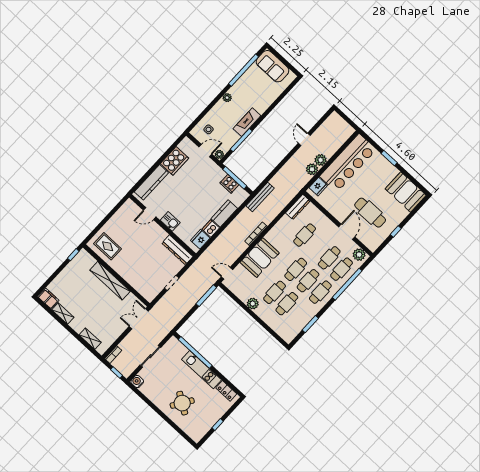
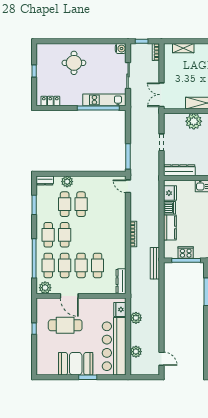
door: (304, 139) -> (161, 359), moved
plant: (321, 160) -> (136, 352), moved
booth: (406, 192) -> (76, 364), moved
booth: (260, 258) -> (115, 219), removed
cafe table: (296, 269) -> (81, 265), moved
door: (227, 273) -> (128, 186), swing flipped
plant: (133, 277) -> (194, 121), added
plant: (253, 304) -> (67, 182), moved
double door: (139, 319) -> (161, 95), swing flipped
dresser: (285, 335) -> (45, 181), added
kitchen unit: (202, 370) -> (104, 100), moved
round table: (182, 403) -> (74, 63), turned -33

